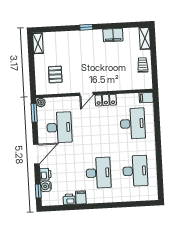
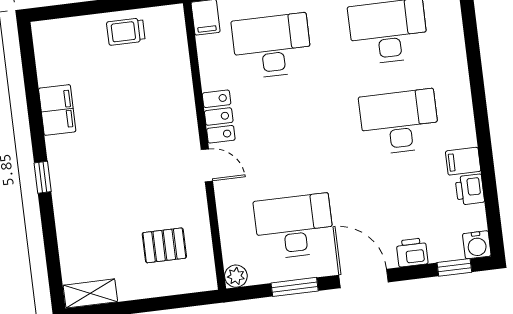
shelving: (145, 38) -> (59, 31), removed
window: (34, 113) -> (295, 287), moved
water cooler: (46, 186) -> (477, 245), moved

